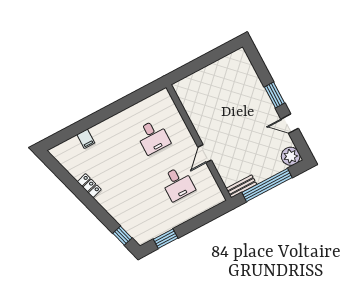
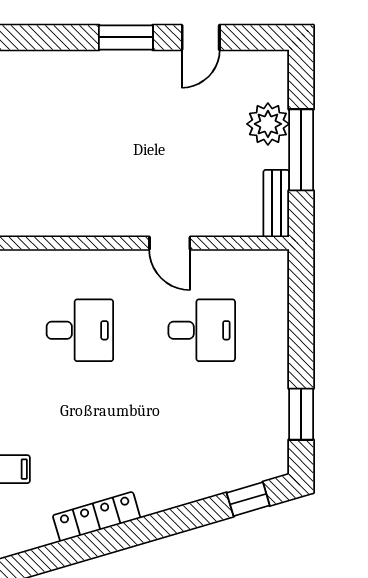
plant: (291, 156) -> (268, 124), moved
window: (267, 185) -> (301, 150), width x0.68
locker: (89, 186) -> (97, 517), width x1.53

